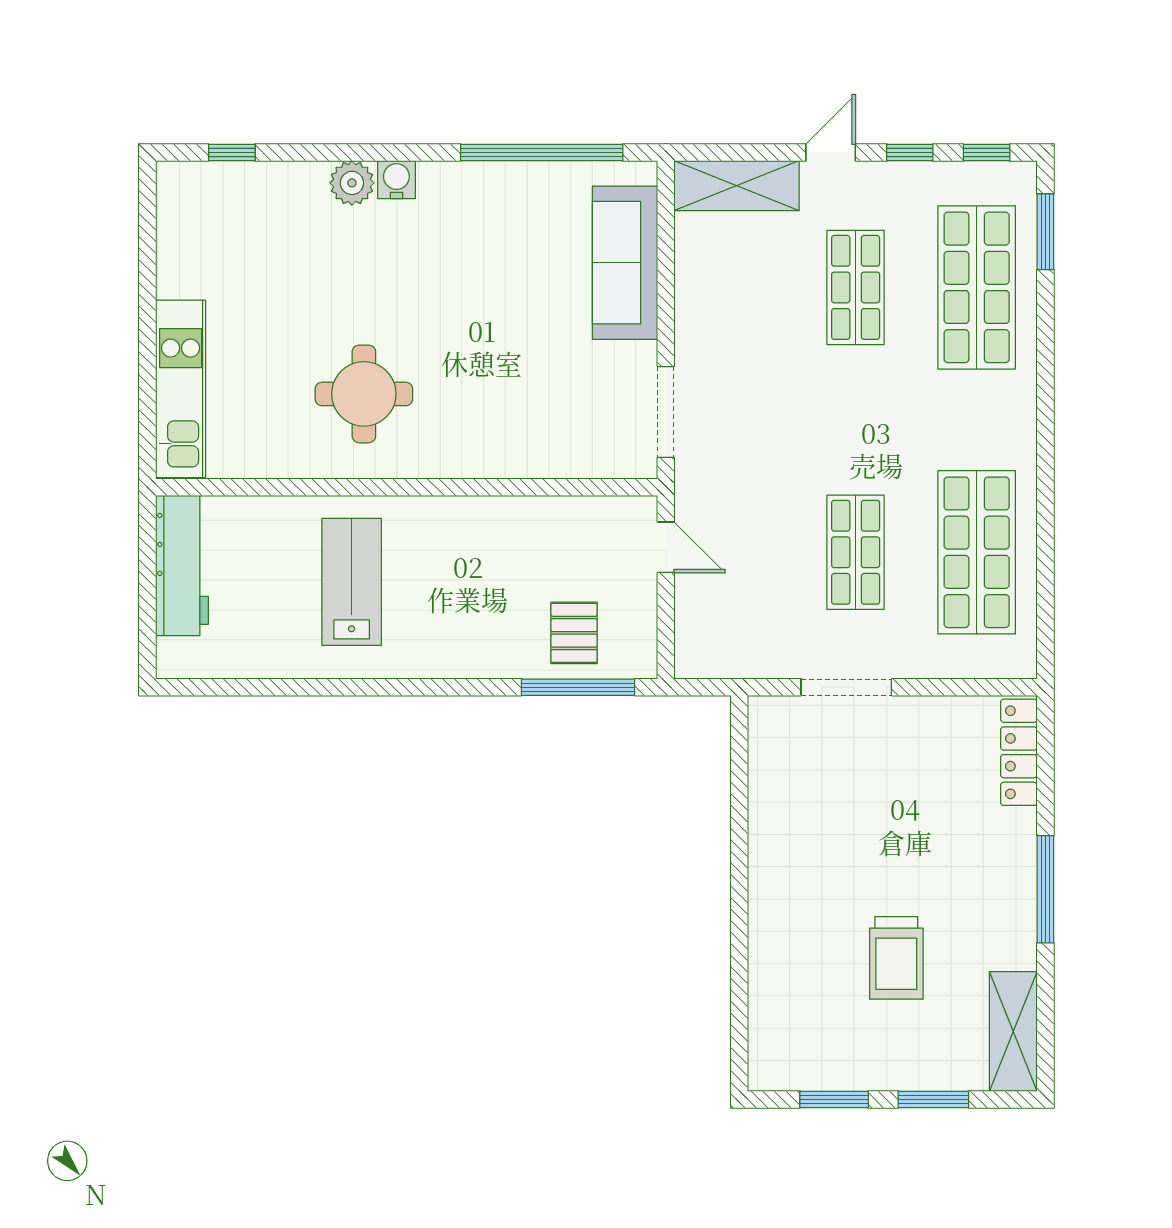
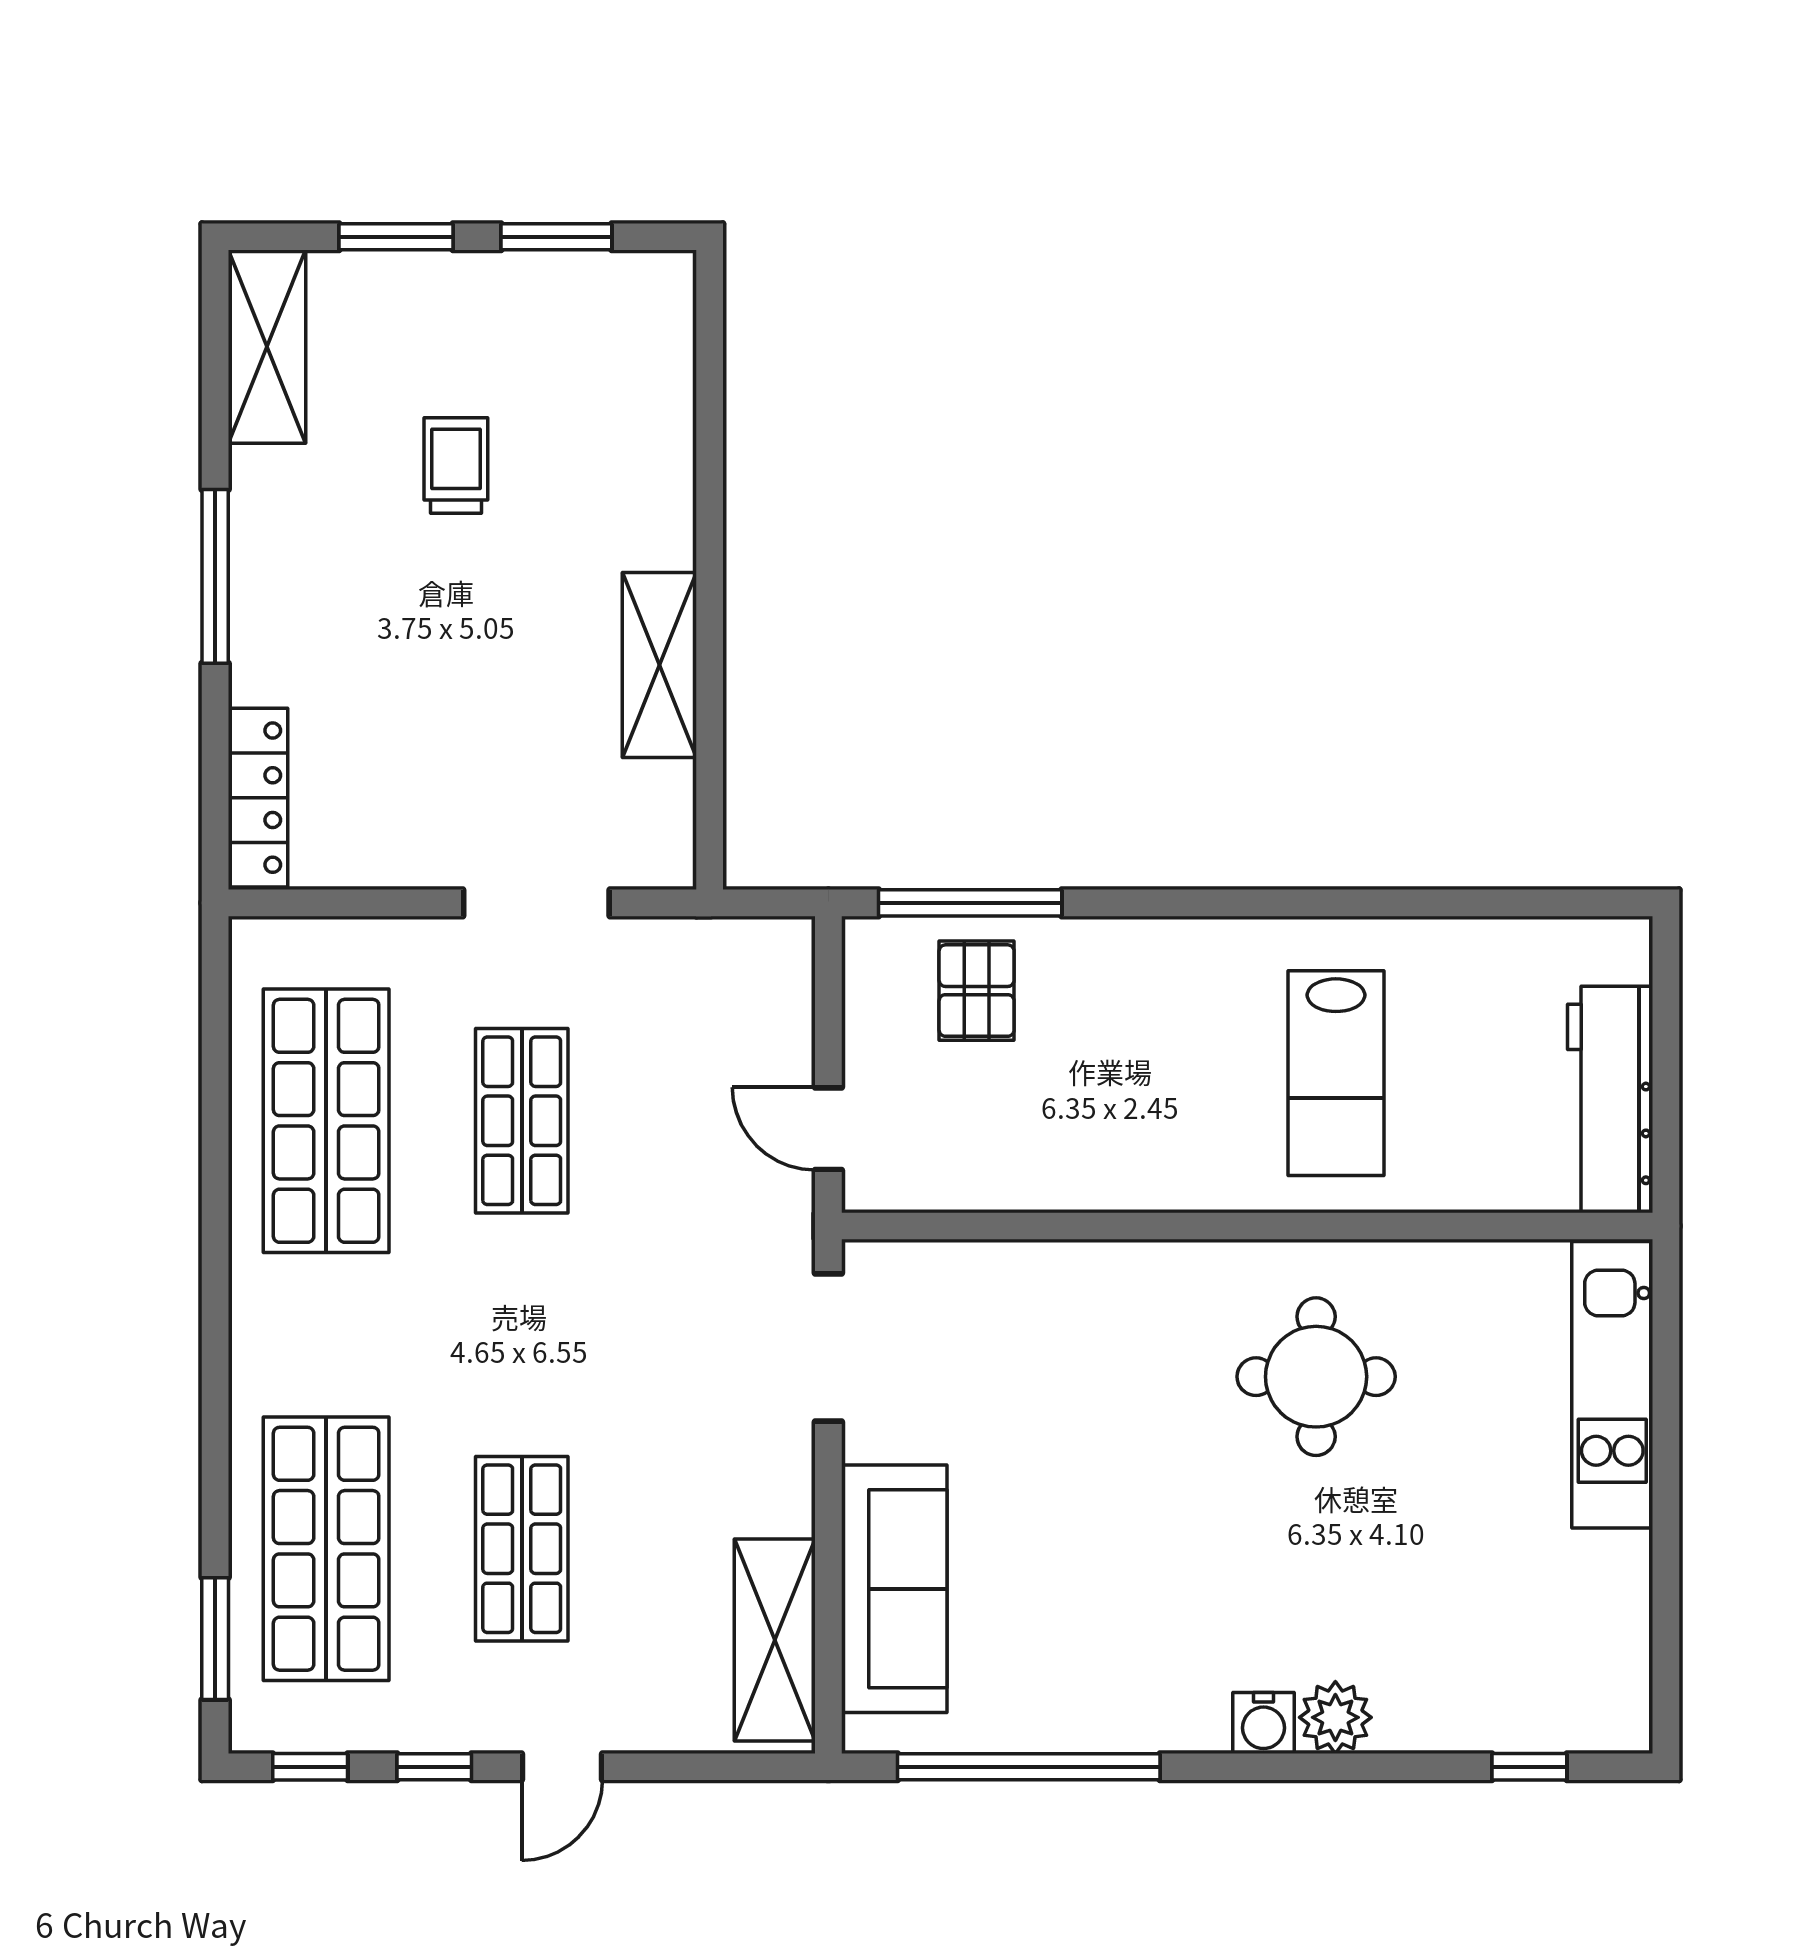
shelving: (737, 186) -> (775, 1640), moved, turned 90
shelving: (770, 834) -> (659, 665), added
trolley: (896, 958) -> (456, 466), width x0.73, depth x0.72

